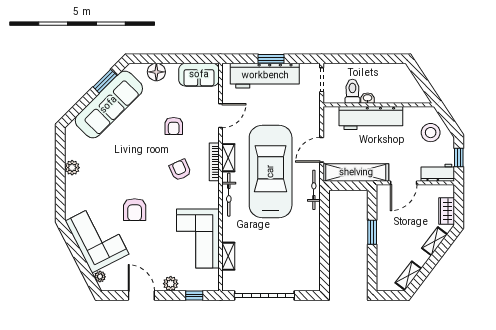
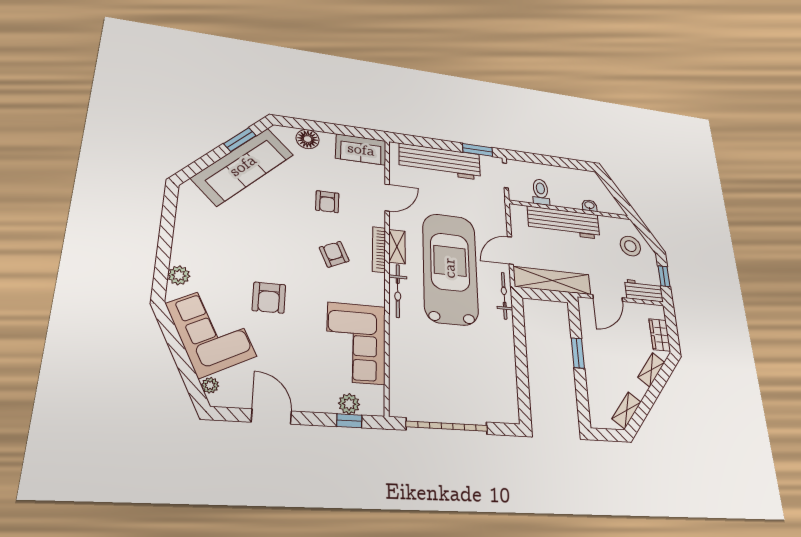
window: (271, 59) -> (478, 150), moved
washbasin: (368, 98) -> (589, 205), moved
plant: (72, 168) -> (179, 275), moved
shelving: (228, 256) -> (397, 370), removed
plant: (171, 284) -> (349, 404), moved

